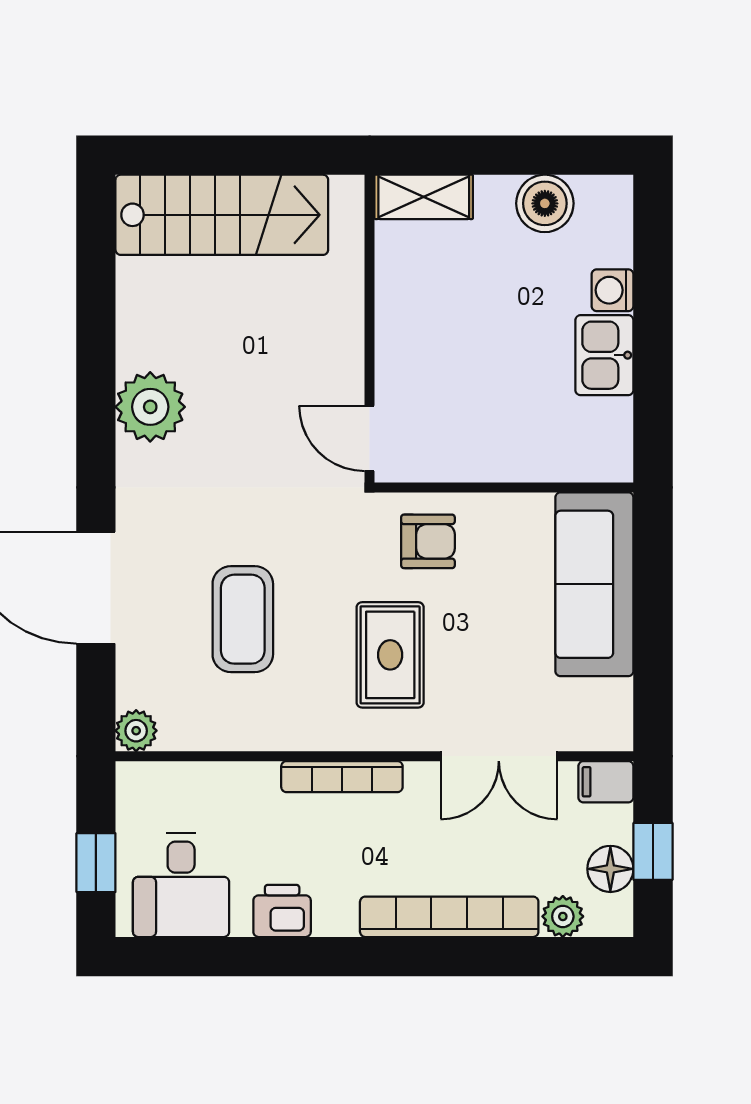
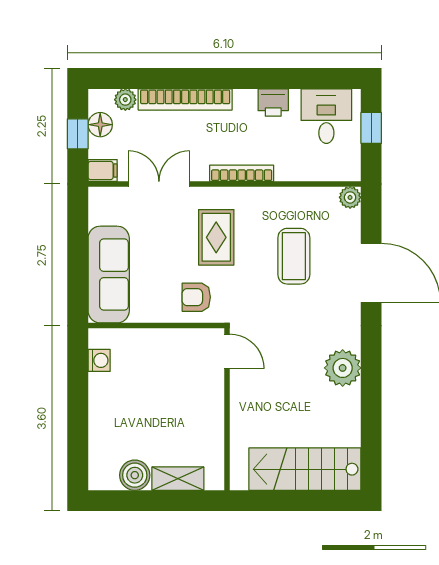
shelving: (424, 197) -> (178, 479), moved
washing machine: (613, 290) -> (99, 360), moved
kitchen sink: (604, 355) -> (103, 395), removed

